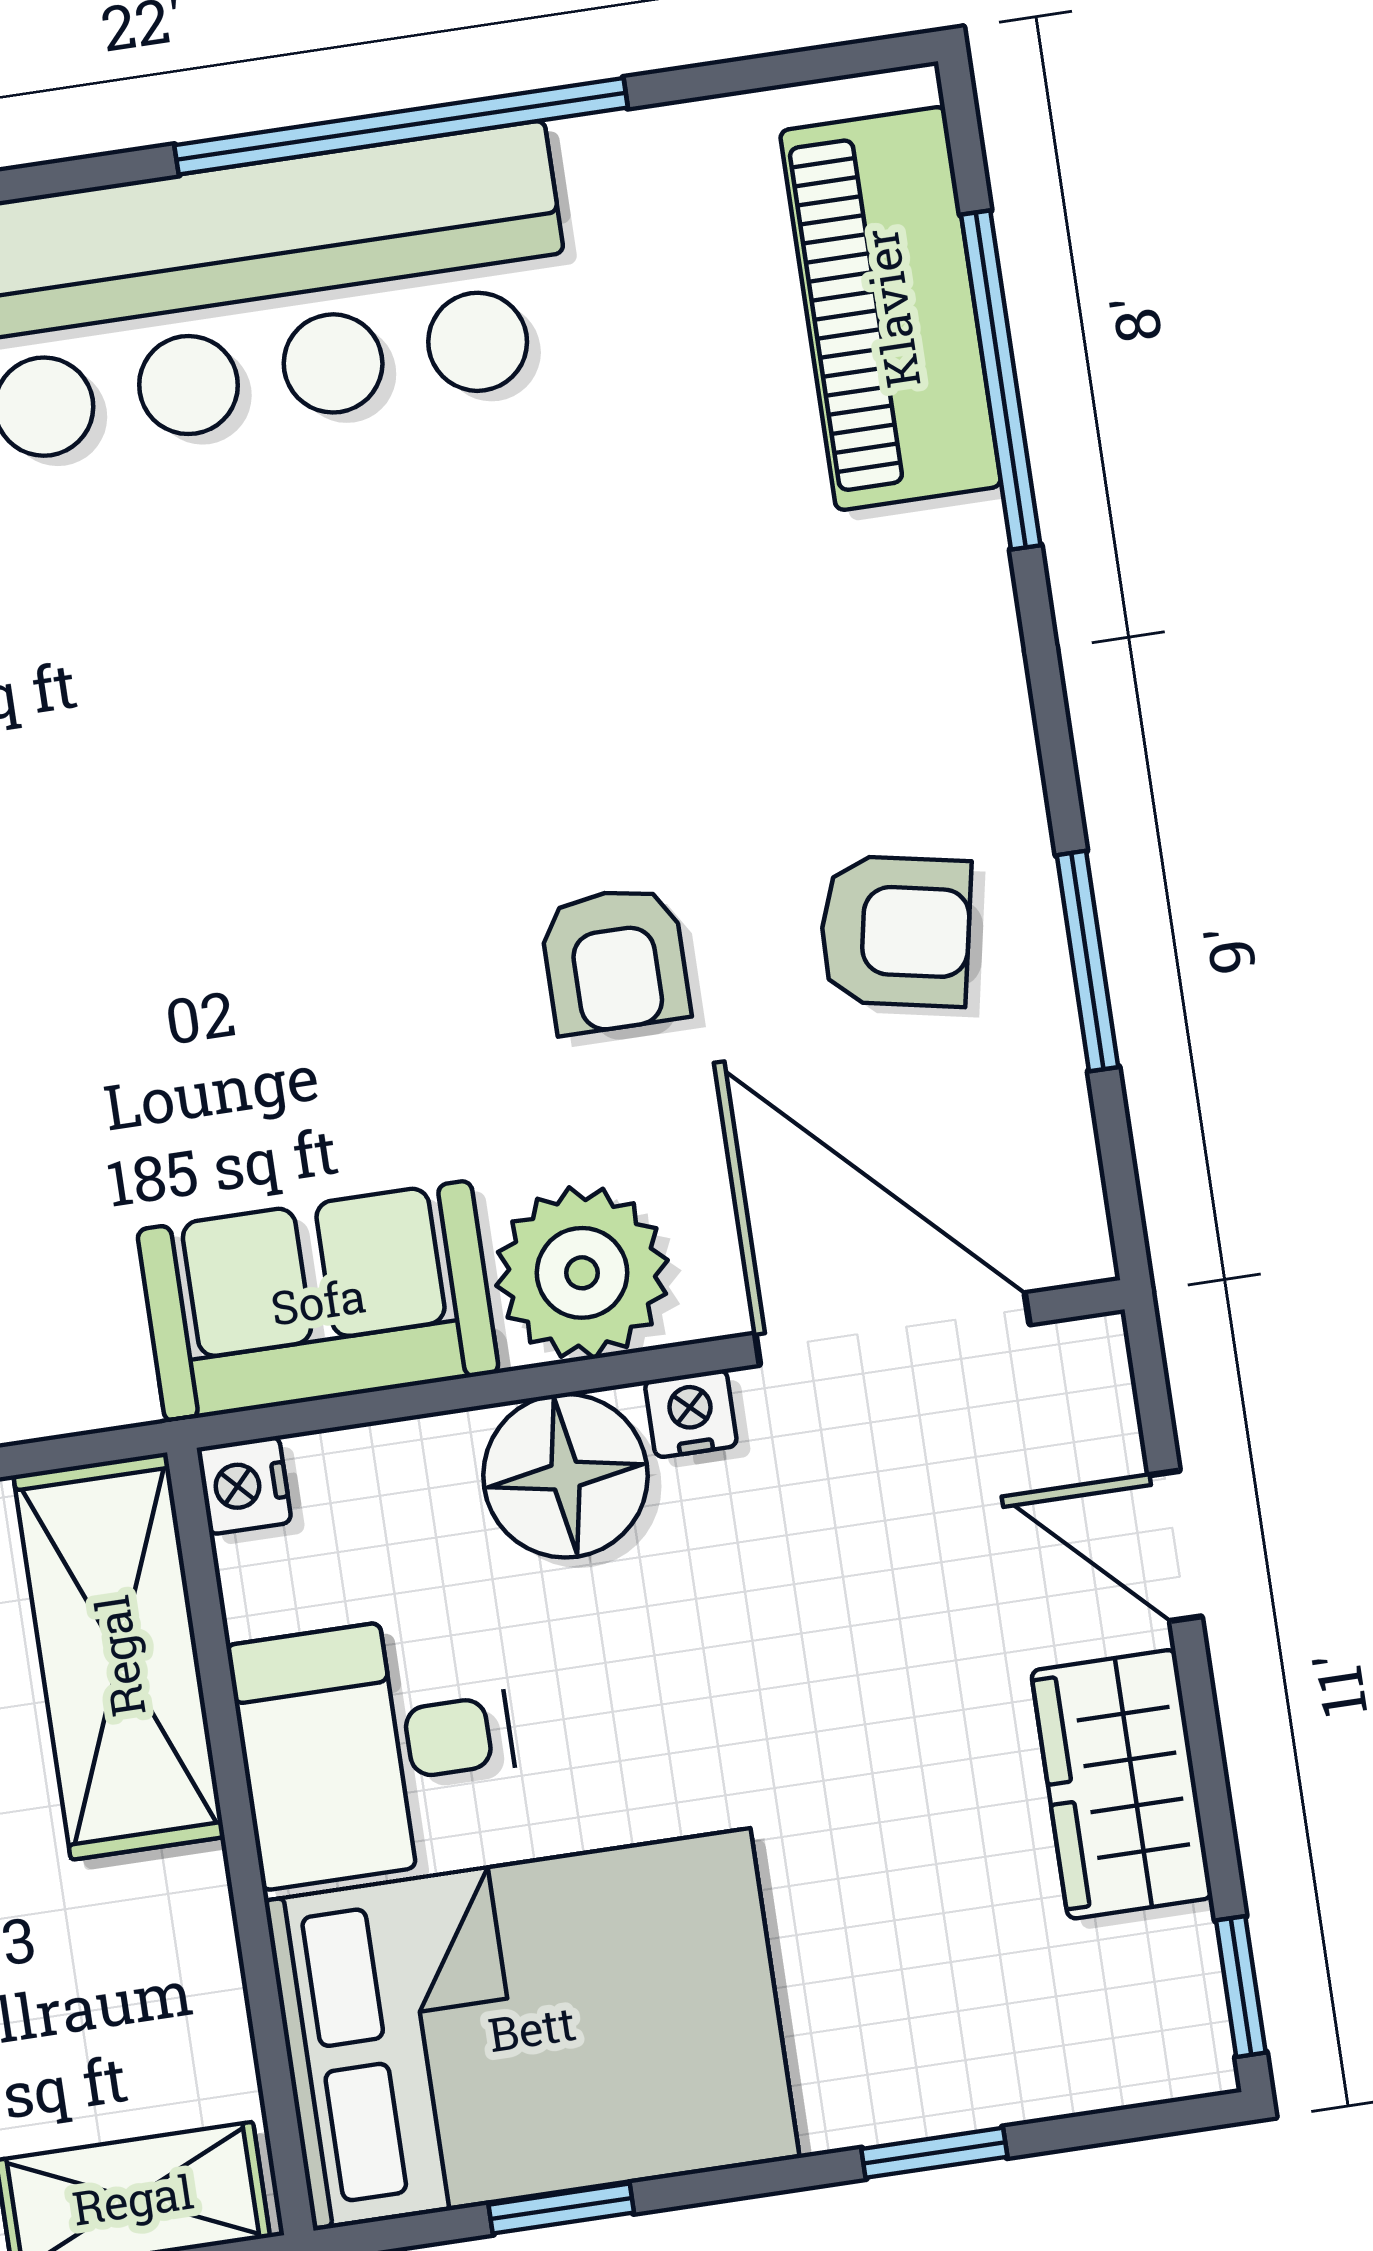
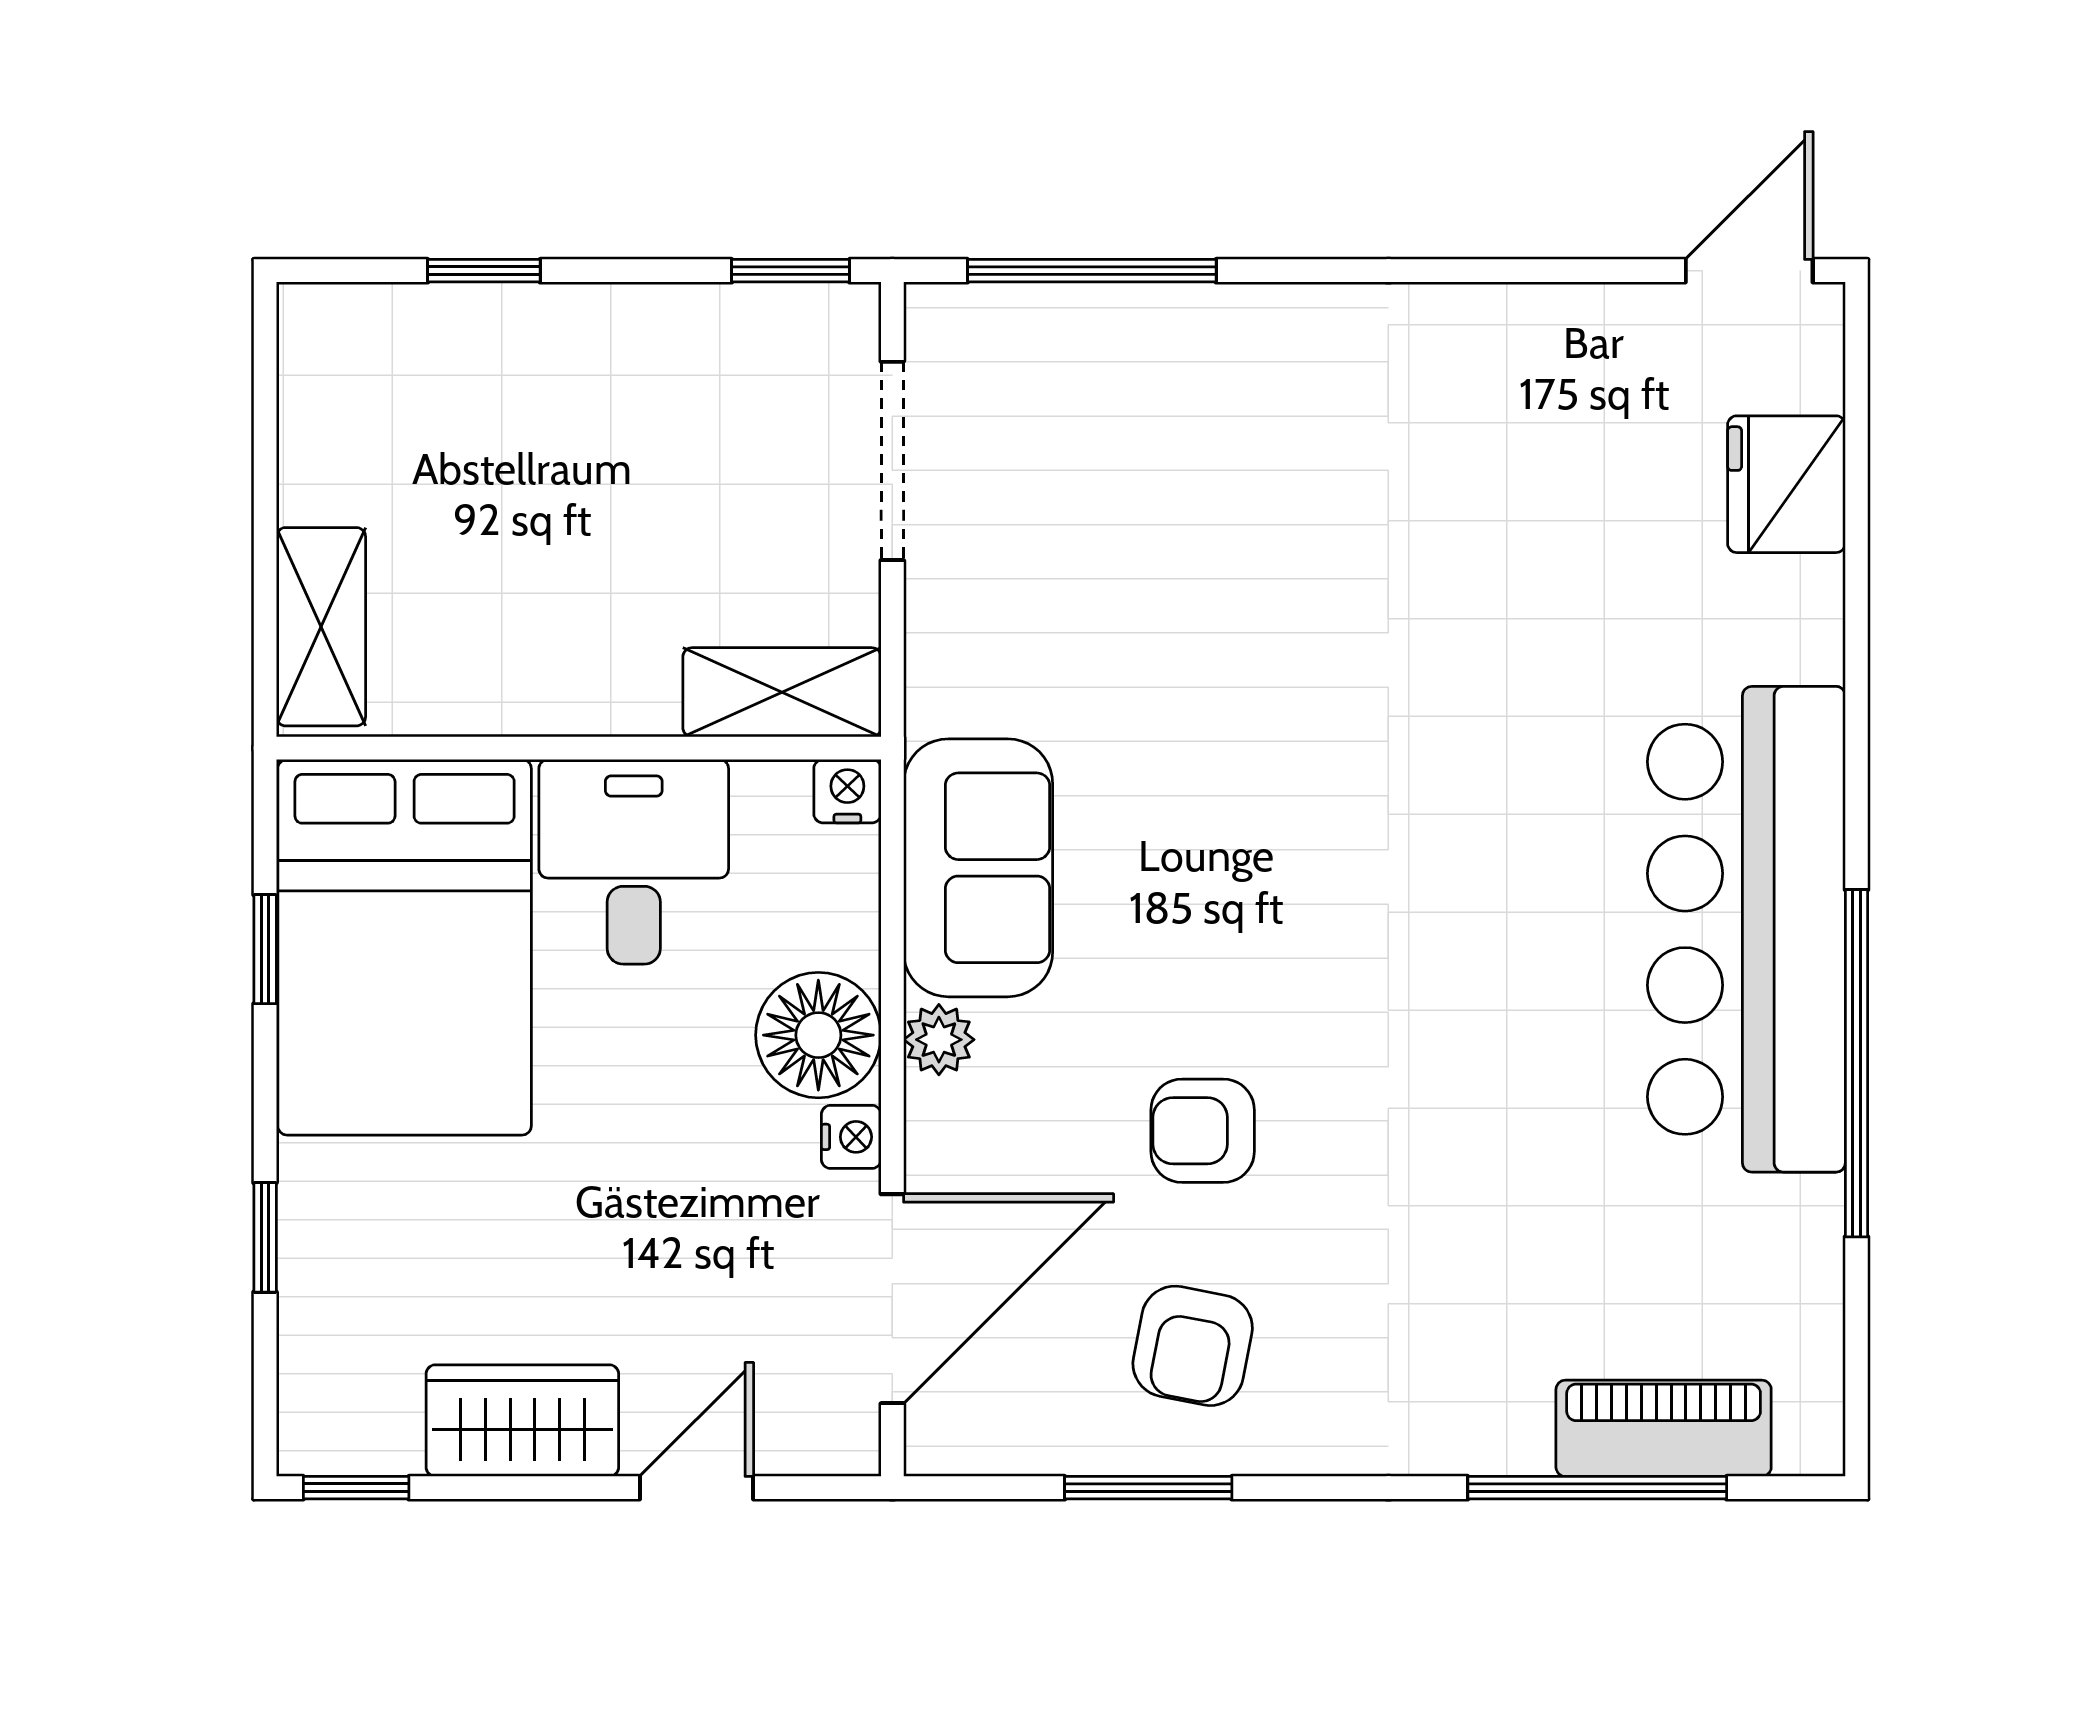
piano: (891, 308) -> (1664, 1428), width x0.73, depth x0.75
plant: (582, 1273) -> (939, 1040), width x0.53, depth x0.53
shelving: (119, 1656) -> (782, 692), width x0.67, depth x0.75

